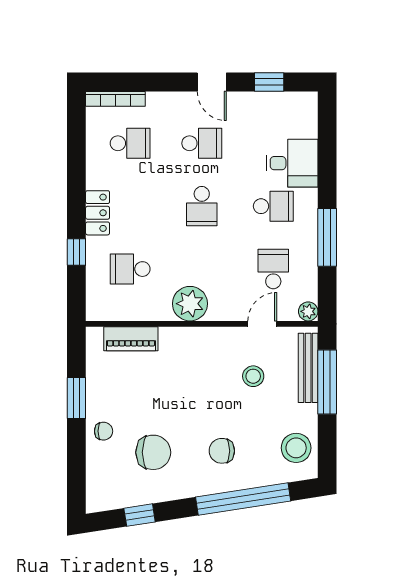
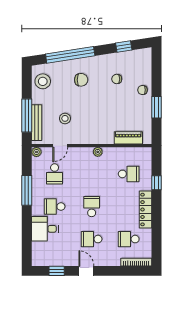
locker: (98, 213) -> (146, 210), width x1.53
plant: (190, 304) -> (98, 152), width x0.53, depth x0.53
chair: (153, 452) -> (117, 79), width x0.54, depth x0.54

